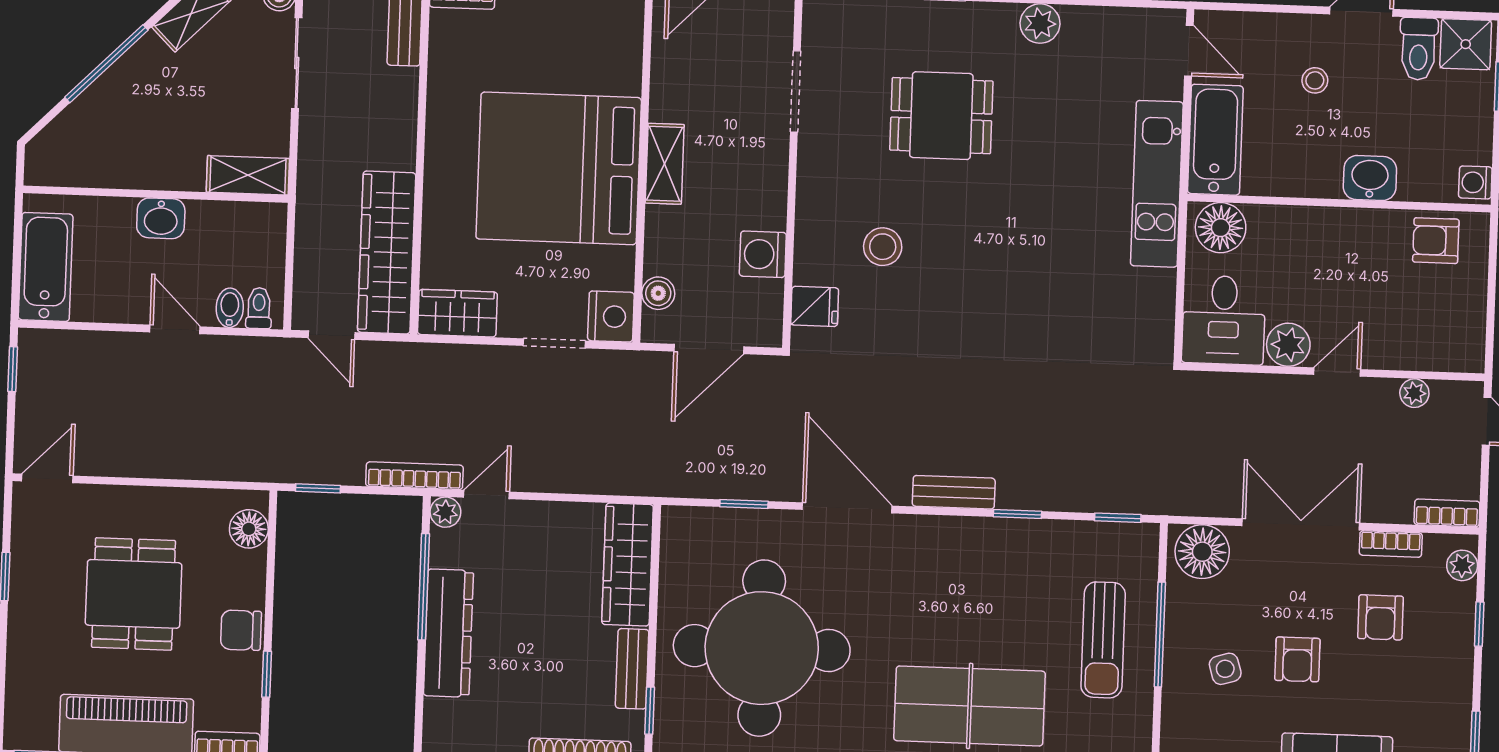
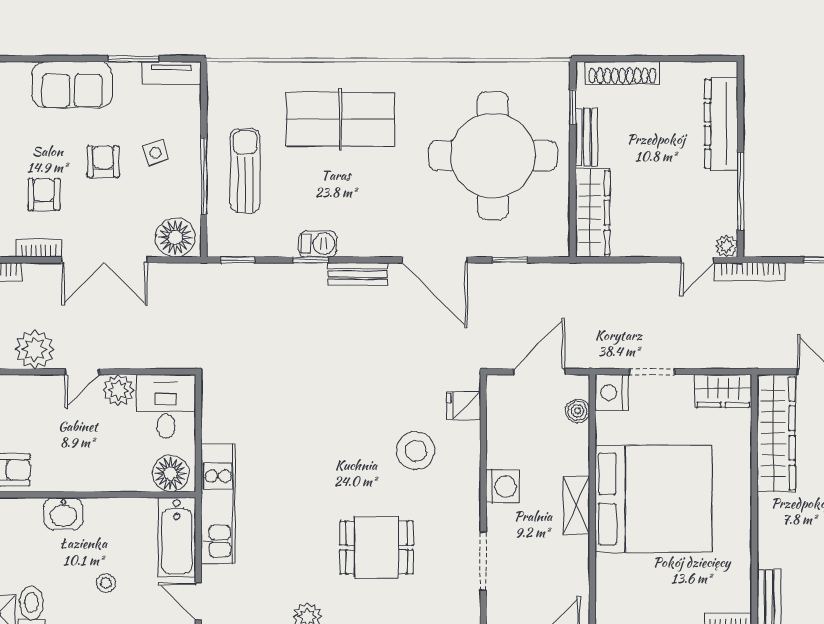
stool: (883, 247) -> (416, 451), width x1.38, depth x1.38
washing machine: (763, 254) -> (503, 487), moved
plant: (1414, 393) -> (34, 349), width x1.87, depth x1.87
barbecue: (1007, 536) -> (318, 244), added
dresser: (448, 633) -> (721, 124), moved

